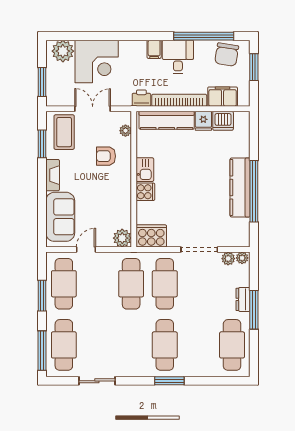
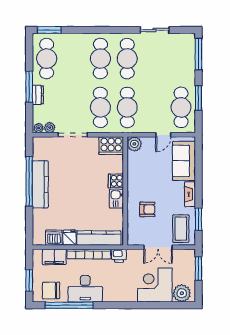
filing cabinet: (154, 49) -> (109, 295), removed
chair: (227, 55) -> (51, 290), turned -99
desk: (178, 57) -> (85, 289), width x1.37
plant: (125, 131) -> (132, 230), removed
cafe table: (64, 345) -> (127, 59), moved
window: (169, 381) -> (49, 30), moved

